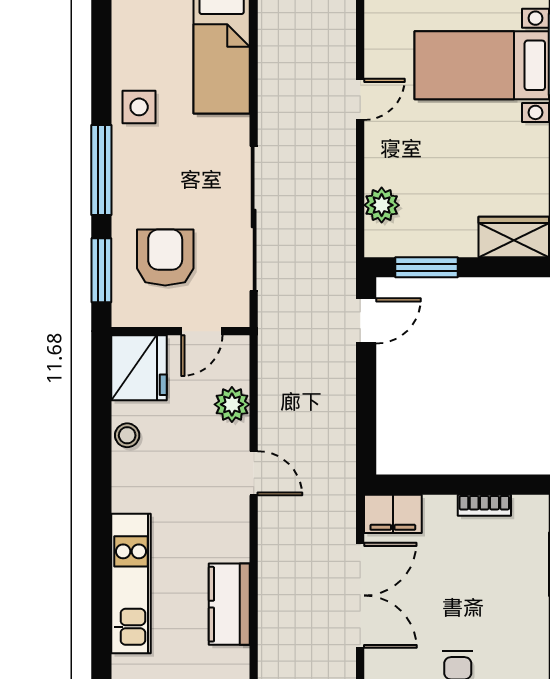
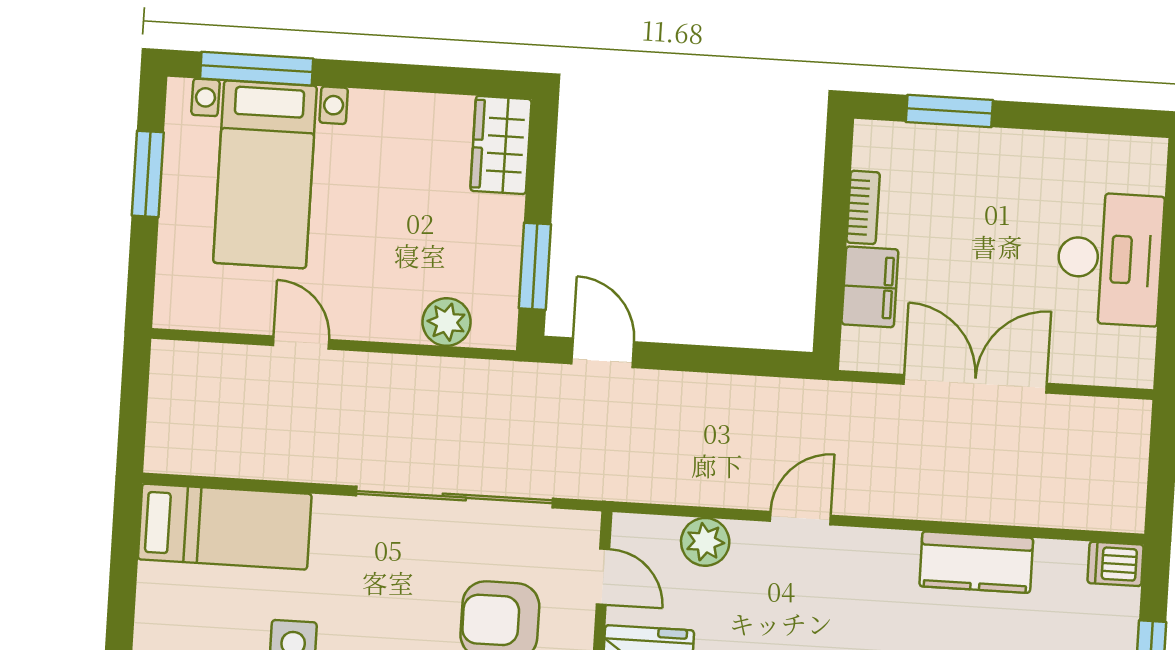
filing cabinet: (393, 514) -> (870, 287), moved

